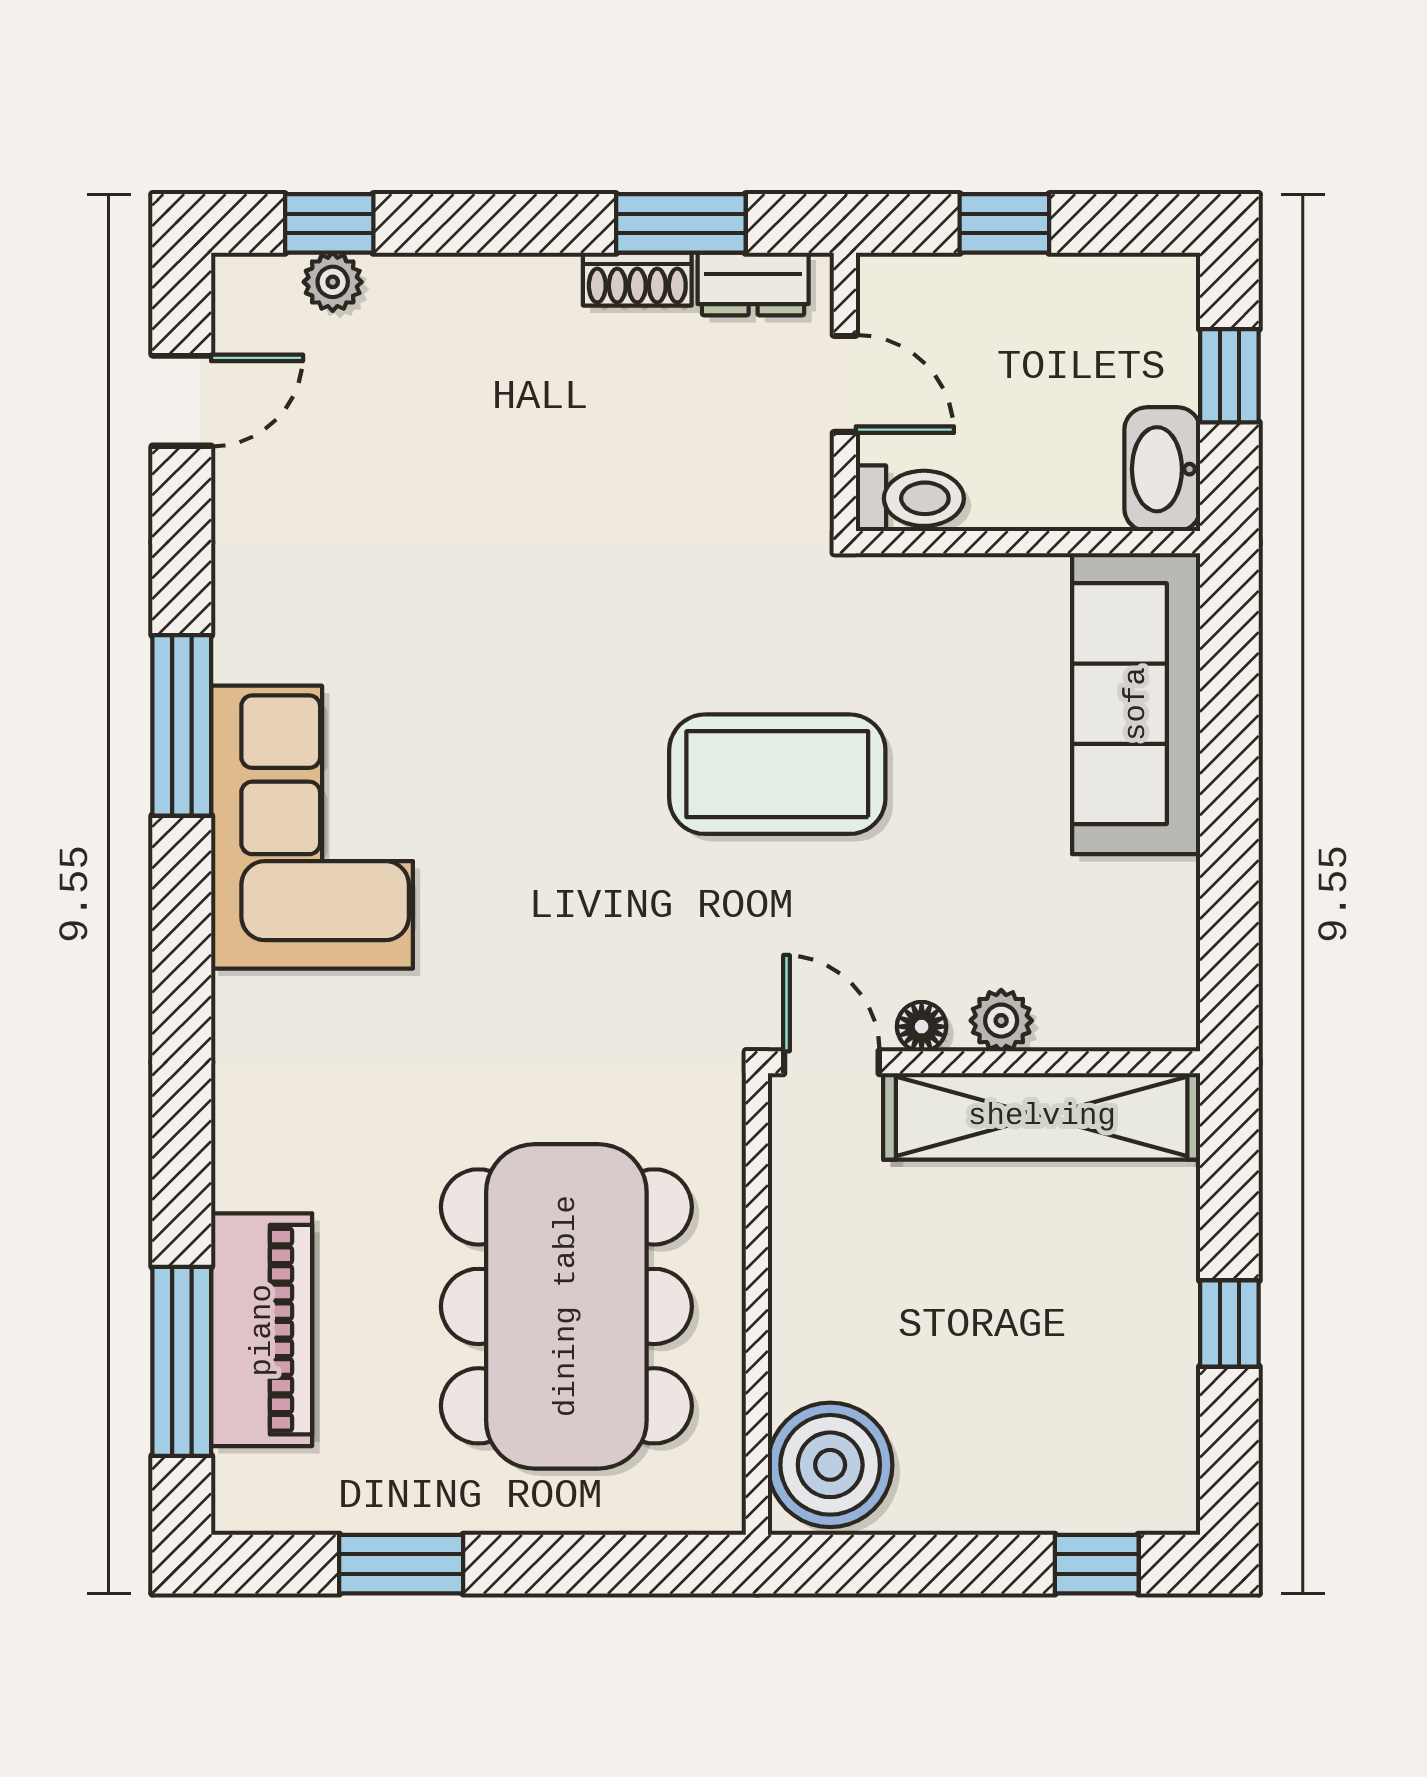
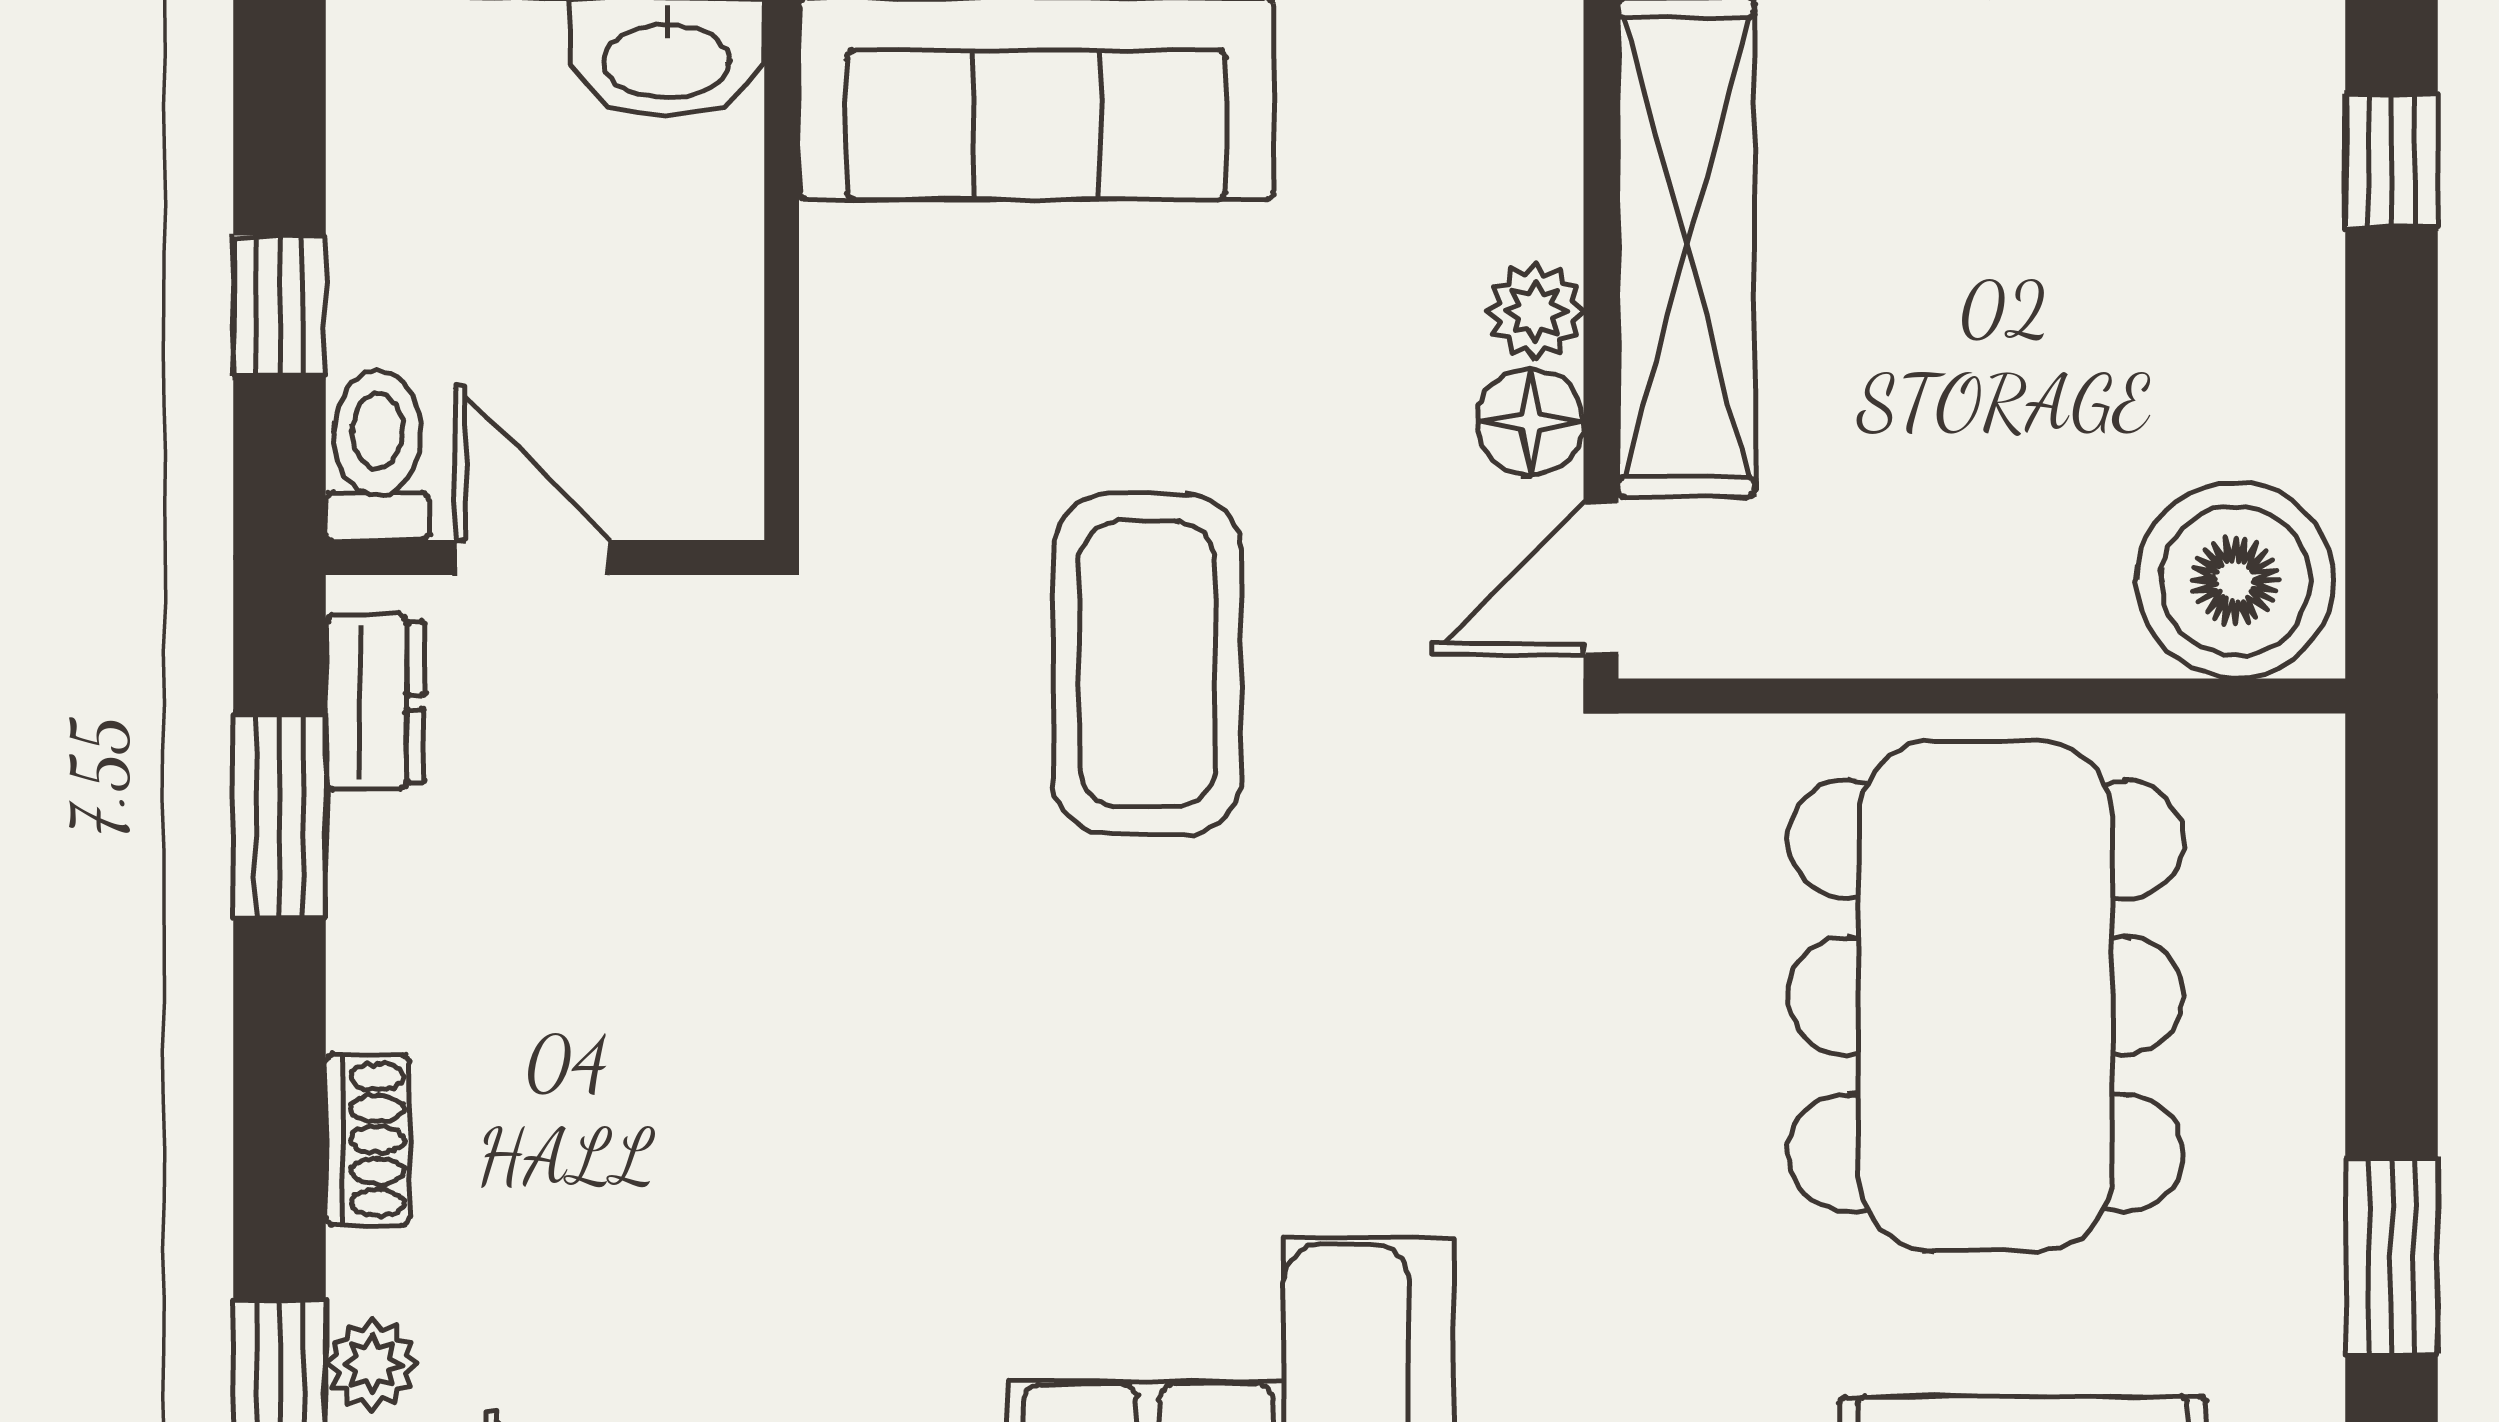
shoe rack: (637, 279) -> (367, 1140), moved
door: (845, 384) -> (532, 558), hinge flipped
toilet: (910, 498) -> (377, 455), moved
floor lamp: (922, 1027) -> (1530, 422), width x1.37, depth x1.37
dining table: (566, 1306) -> (1986, 996), turned 90

